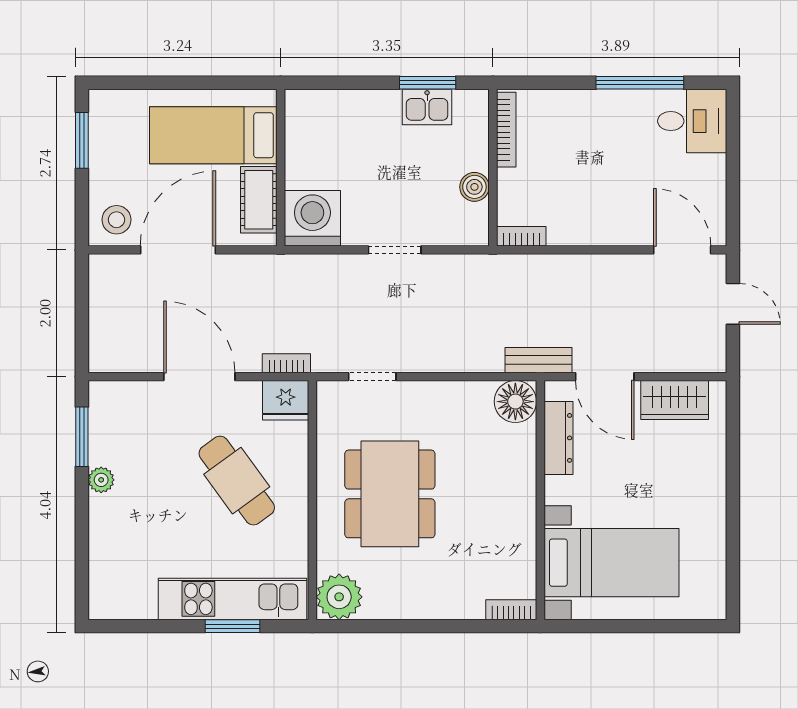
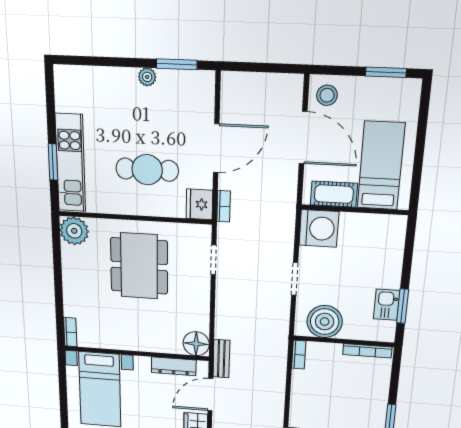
boiler: (474, 187) -> (325, 322), width x1.86, depth x1.86
cafe table: (237, 481) -> (147, 170), turned 36
dining table: (390, 494) -> (139, 266), turned 90

